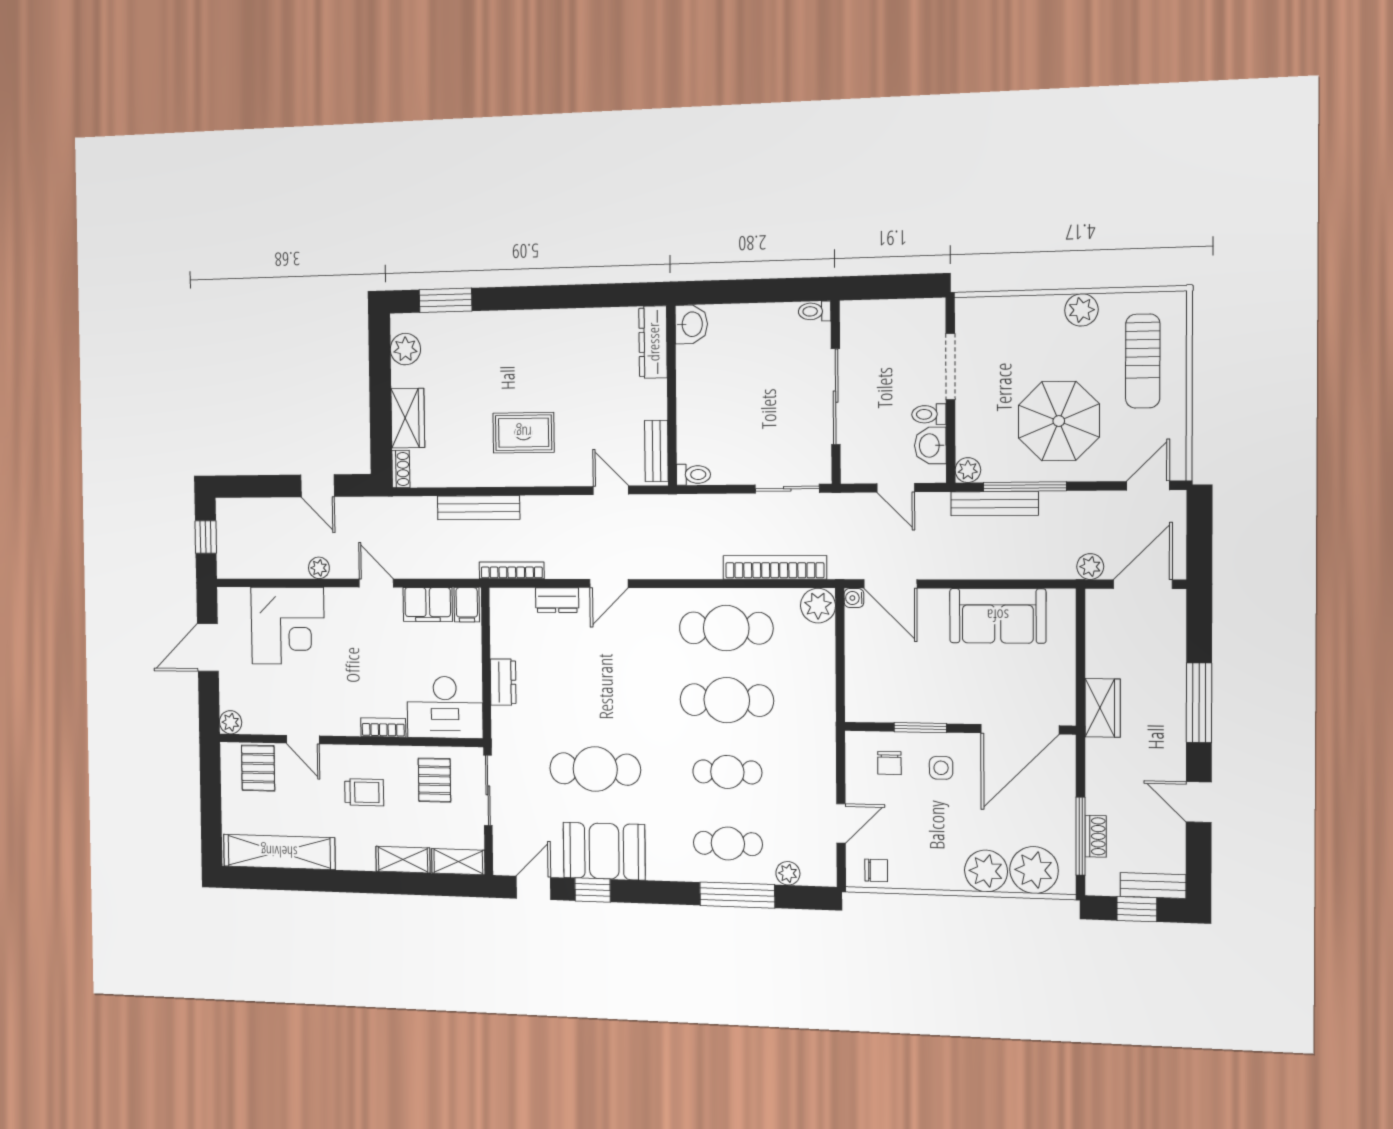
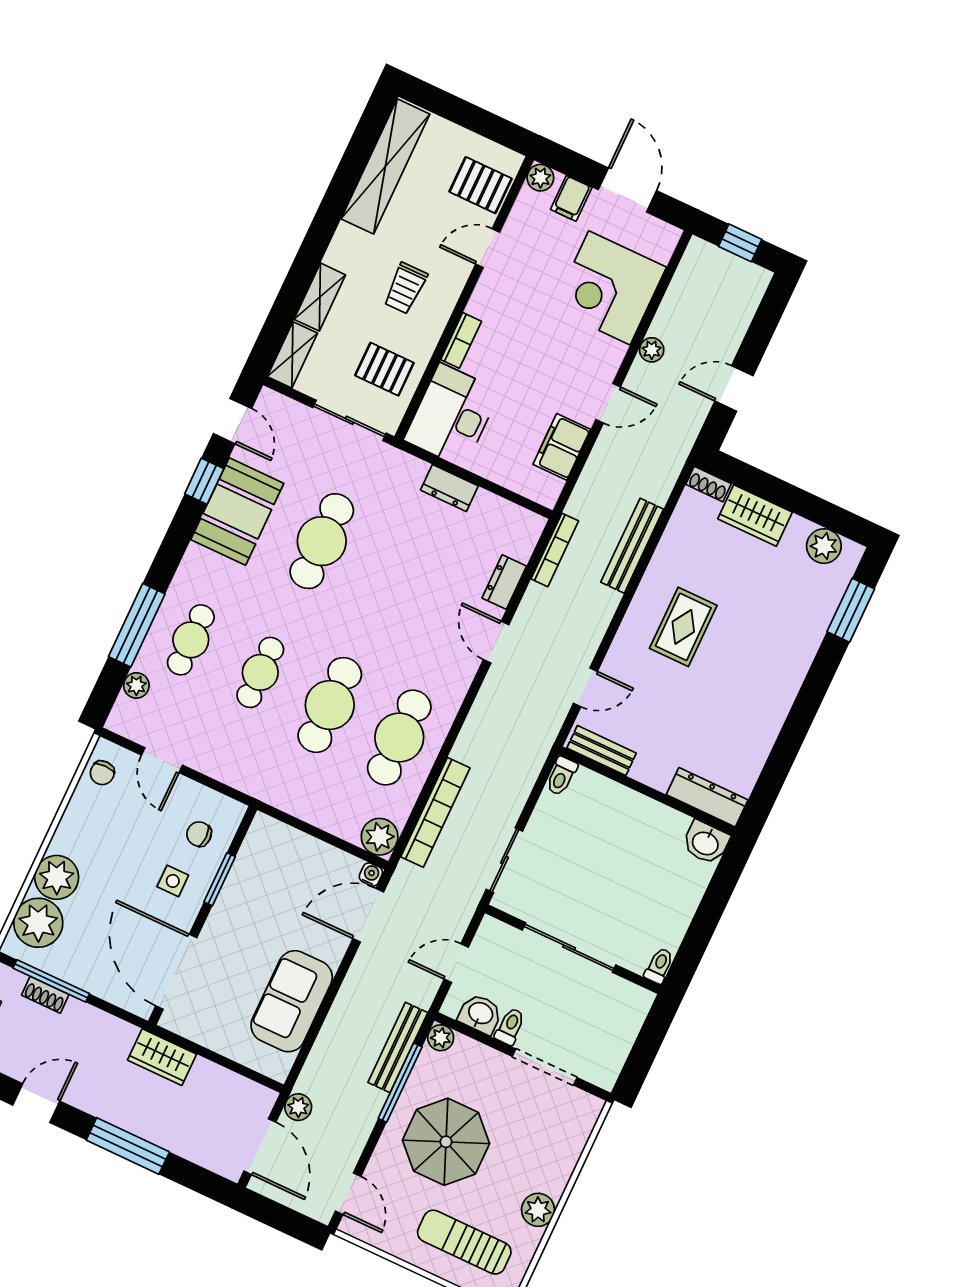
filing cabinet: (467, 605) -> (571, 198), moved, turned -90

